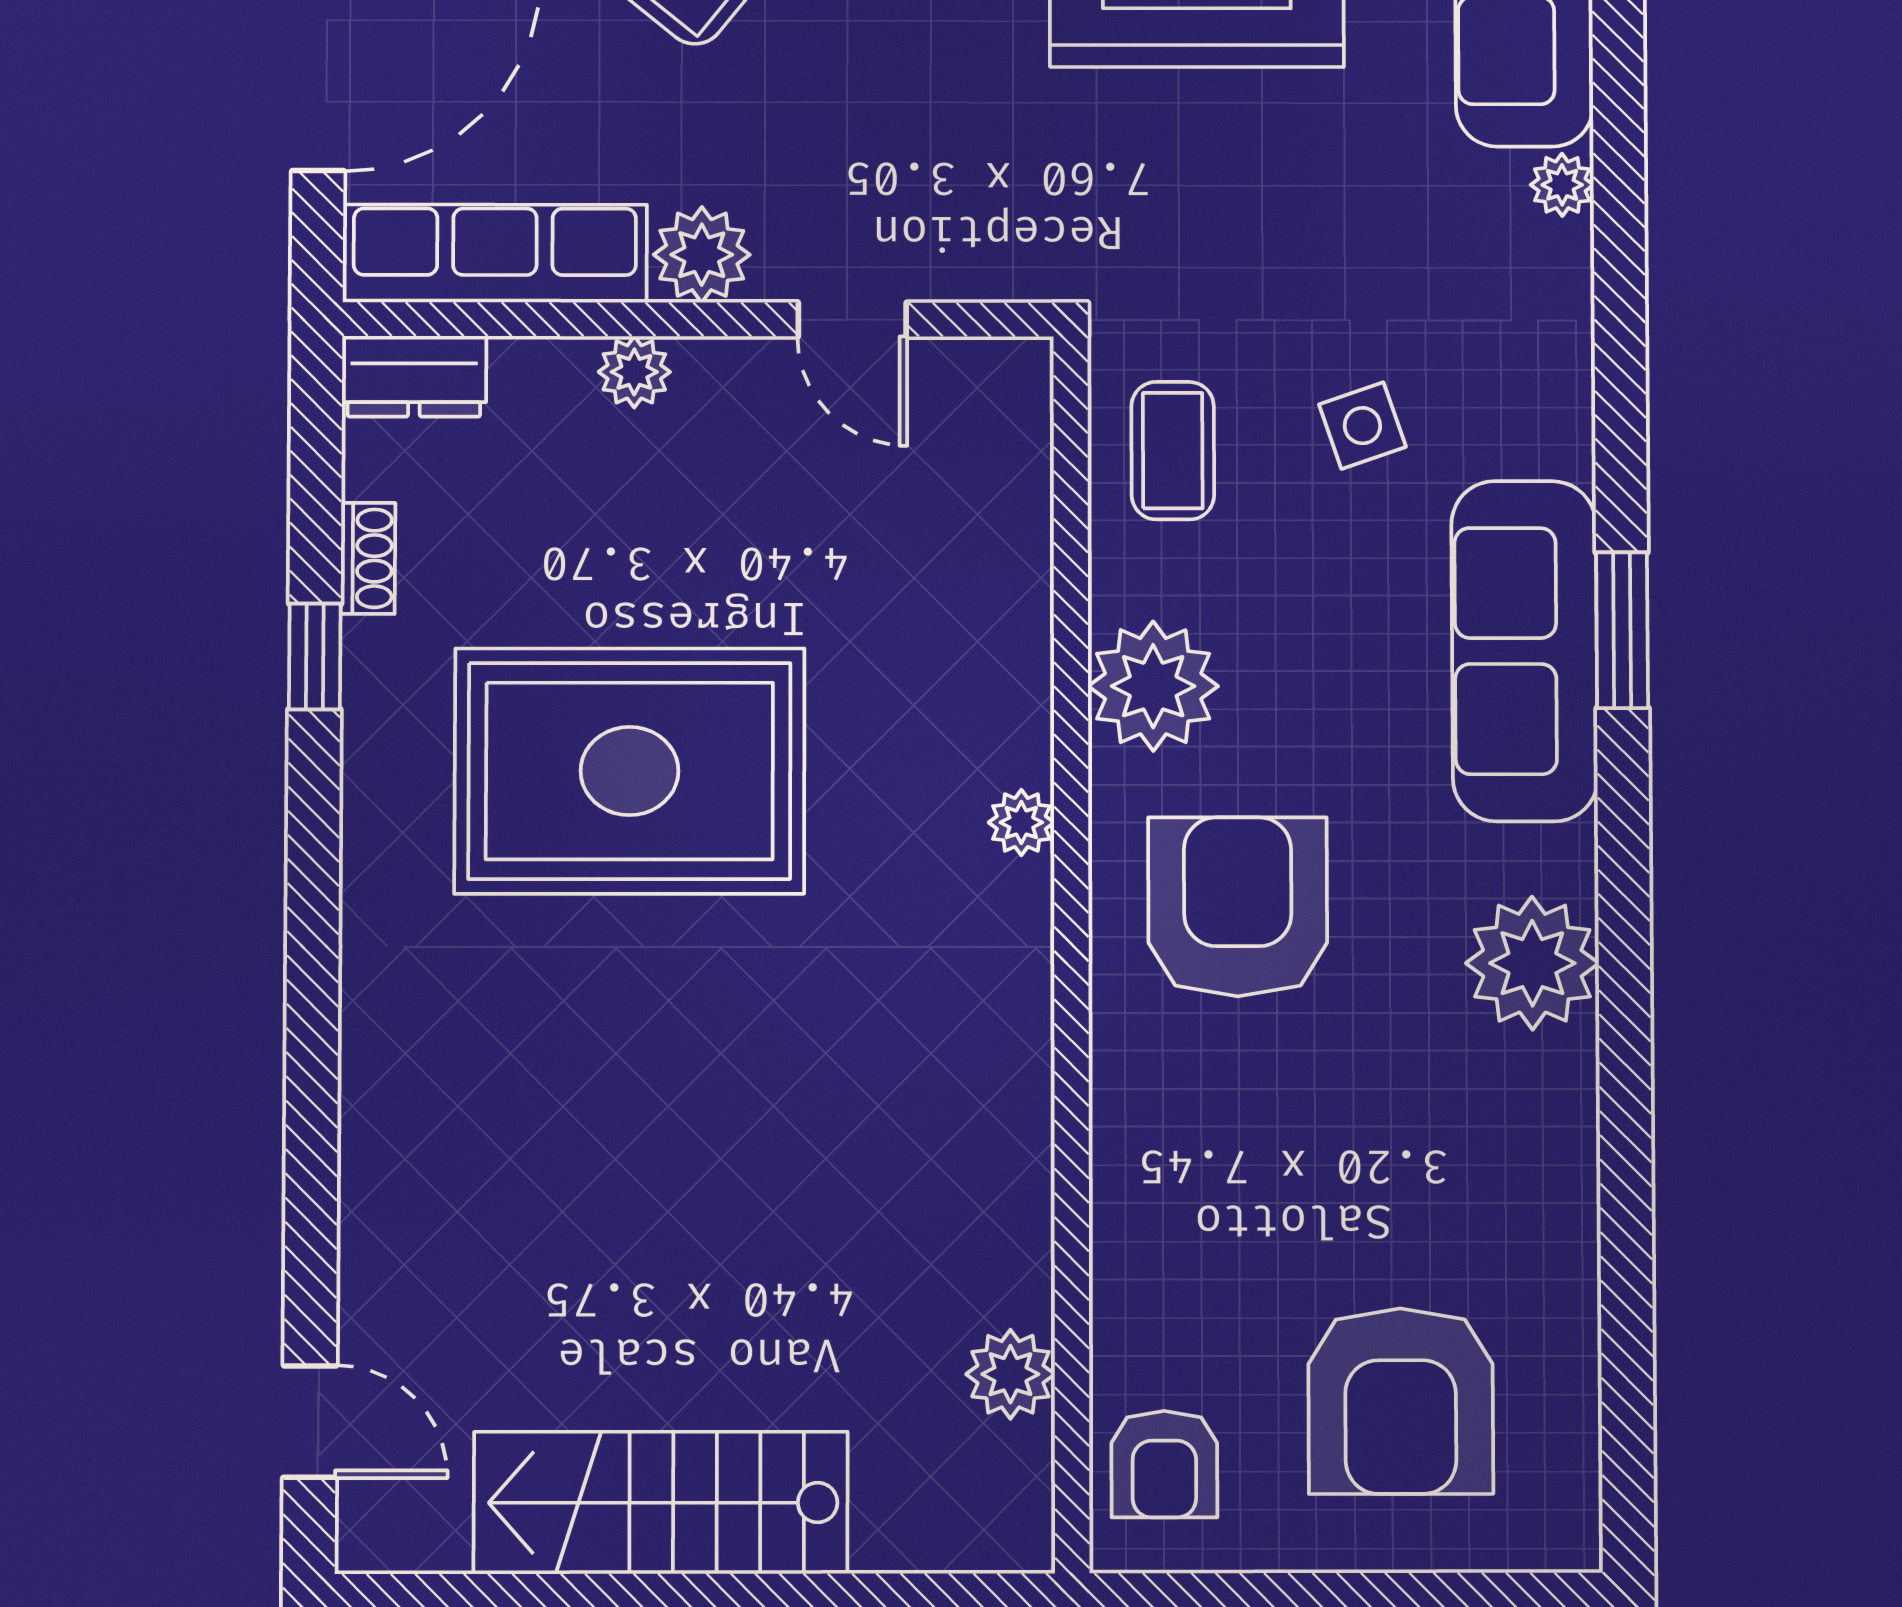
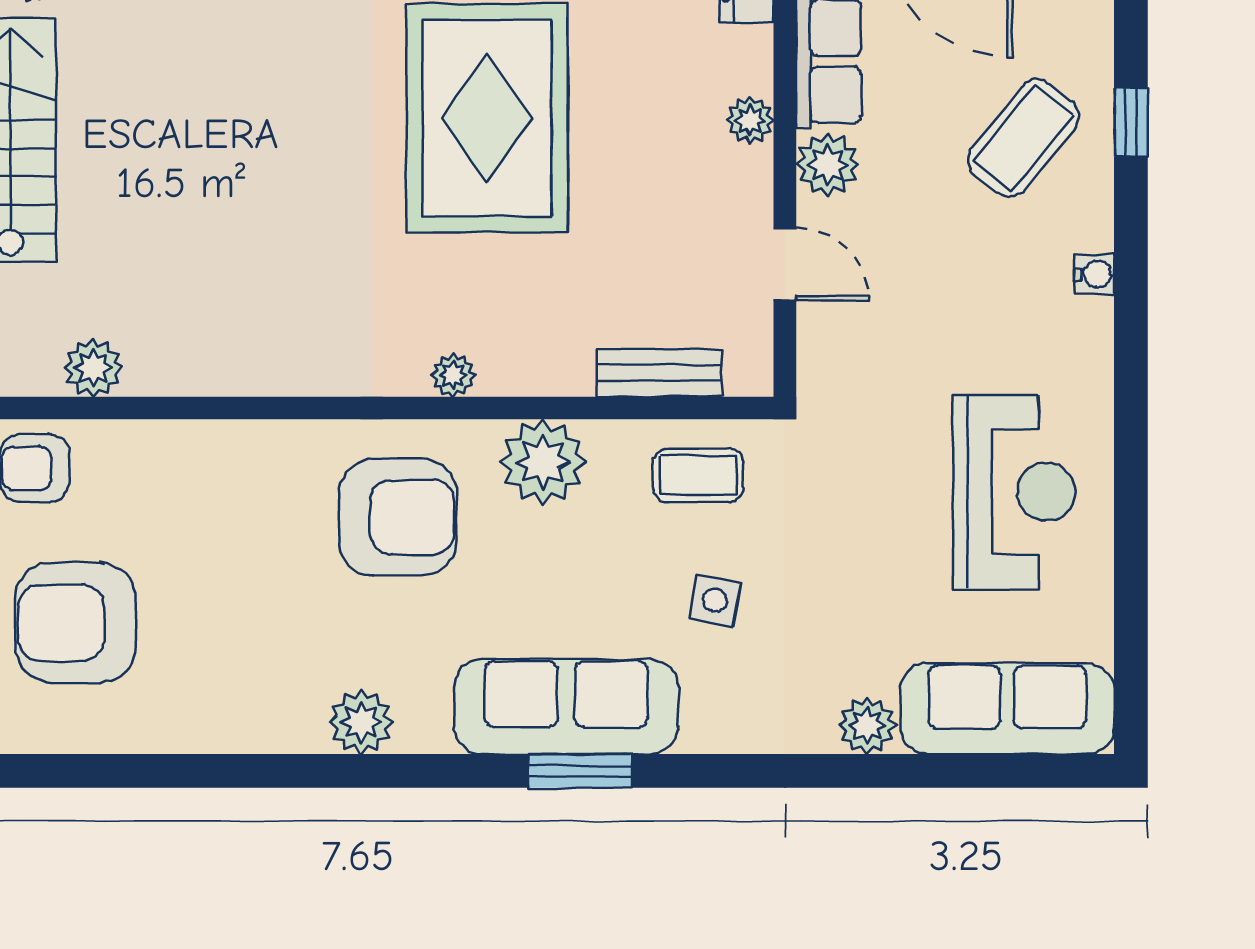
plant: (1562, 185) -> (867, 725), width x1.38, depth x1.38
door: (852, 320) -> (785, 264), swing flipped
side table: (1362, 426) -> (715, 600), turned 30
bench: (1018, 509) -> (659, 373), added
plant: (1532, 963) -> (361, 722), width x0.73, depth x0.73

